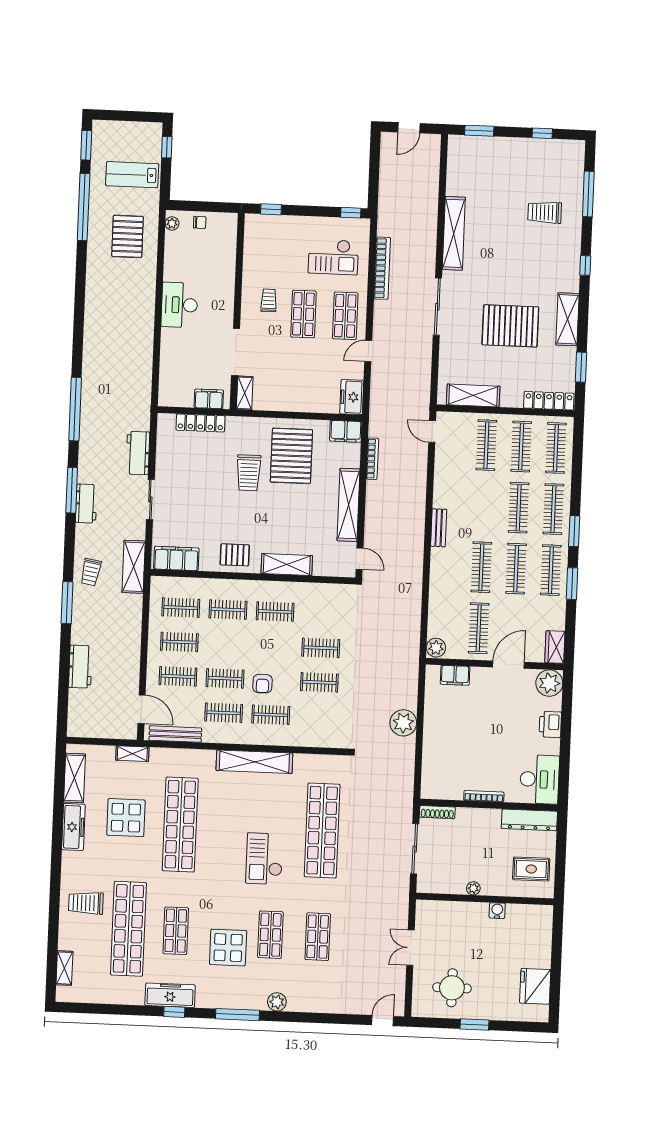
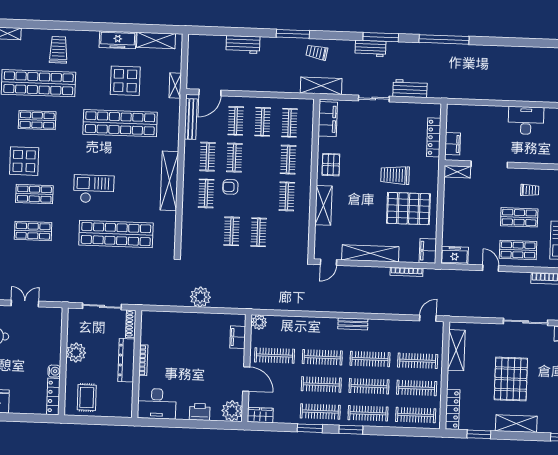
clothes rail: (484, 506) -> (370, 359), added
dresser: (529, 820) -> (126, 360), moved
plant: (473, 888) -> (76, 353), width x1.87, depth x1.87
locker: (530, 912) -> (53, 396), added

